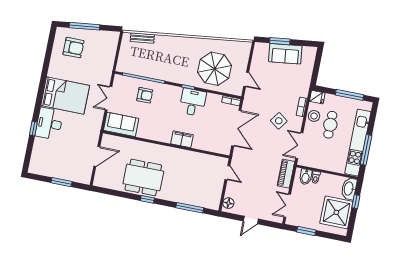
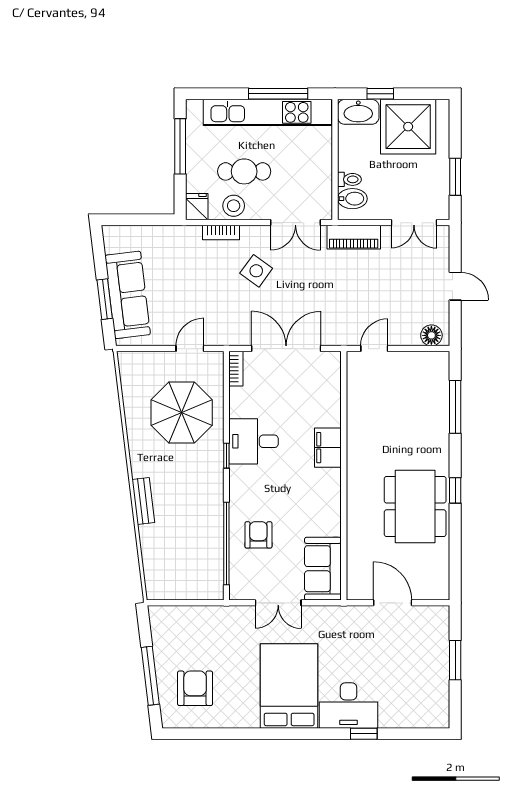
bench: (142, 38) -> (143, 501), moved
sofa: (285, 54) -> (128, 295), width x1.36

